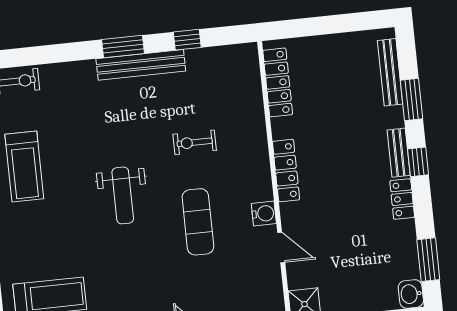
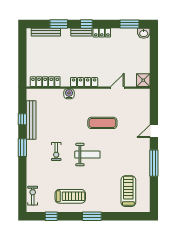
bench: (141, 65) -> (31, 120), moved
exercise bike: (195, 142) -> (56, 151), moved
water cooler: (264, 213) -> (69, 94), moved

